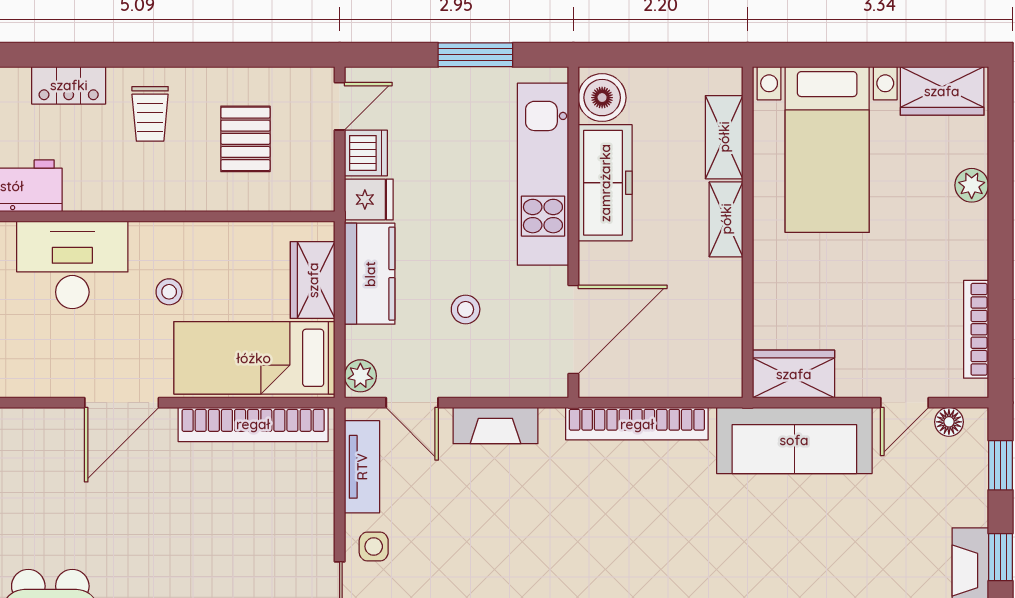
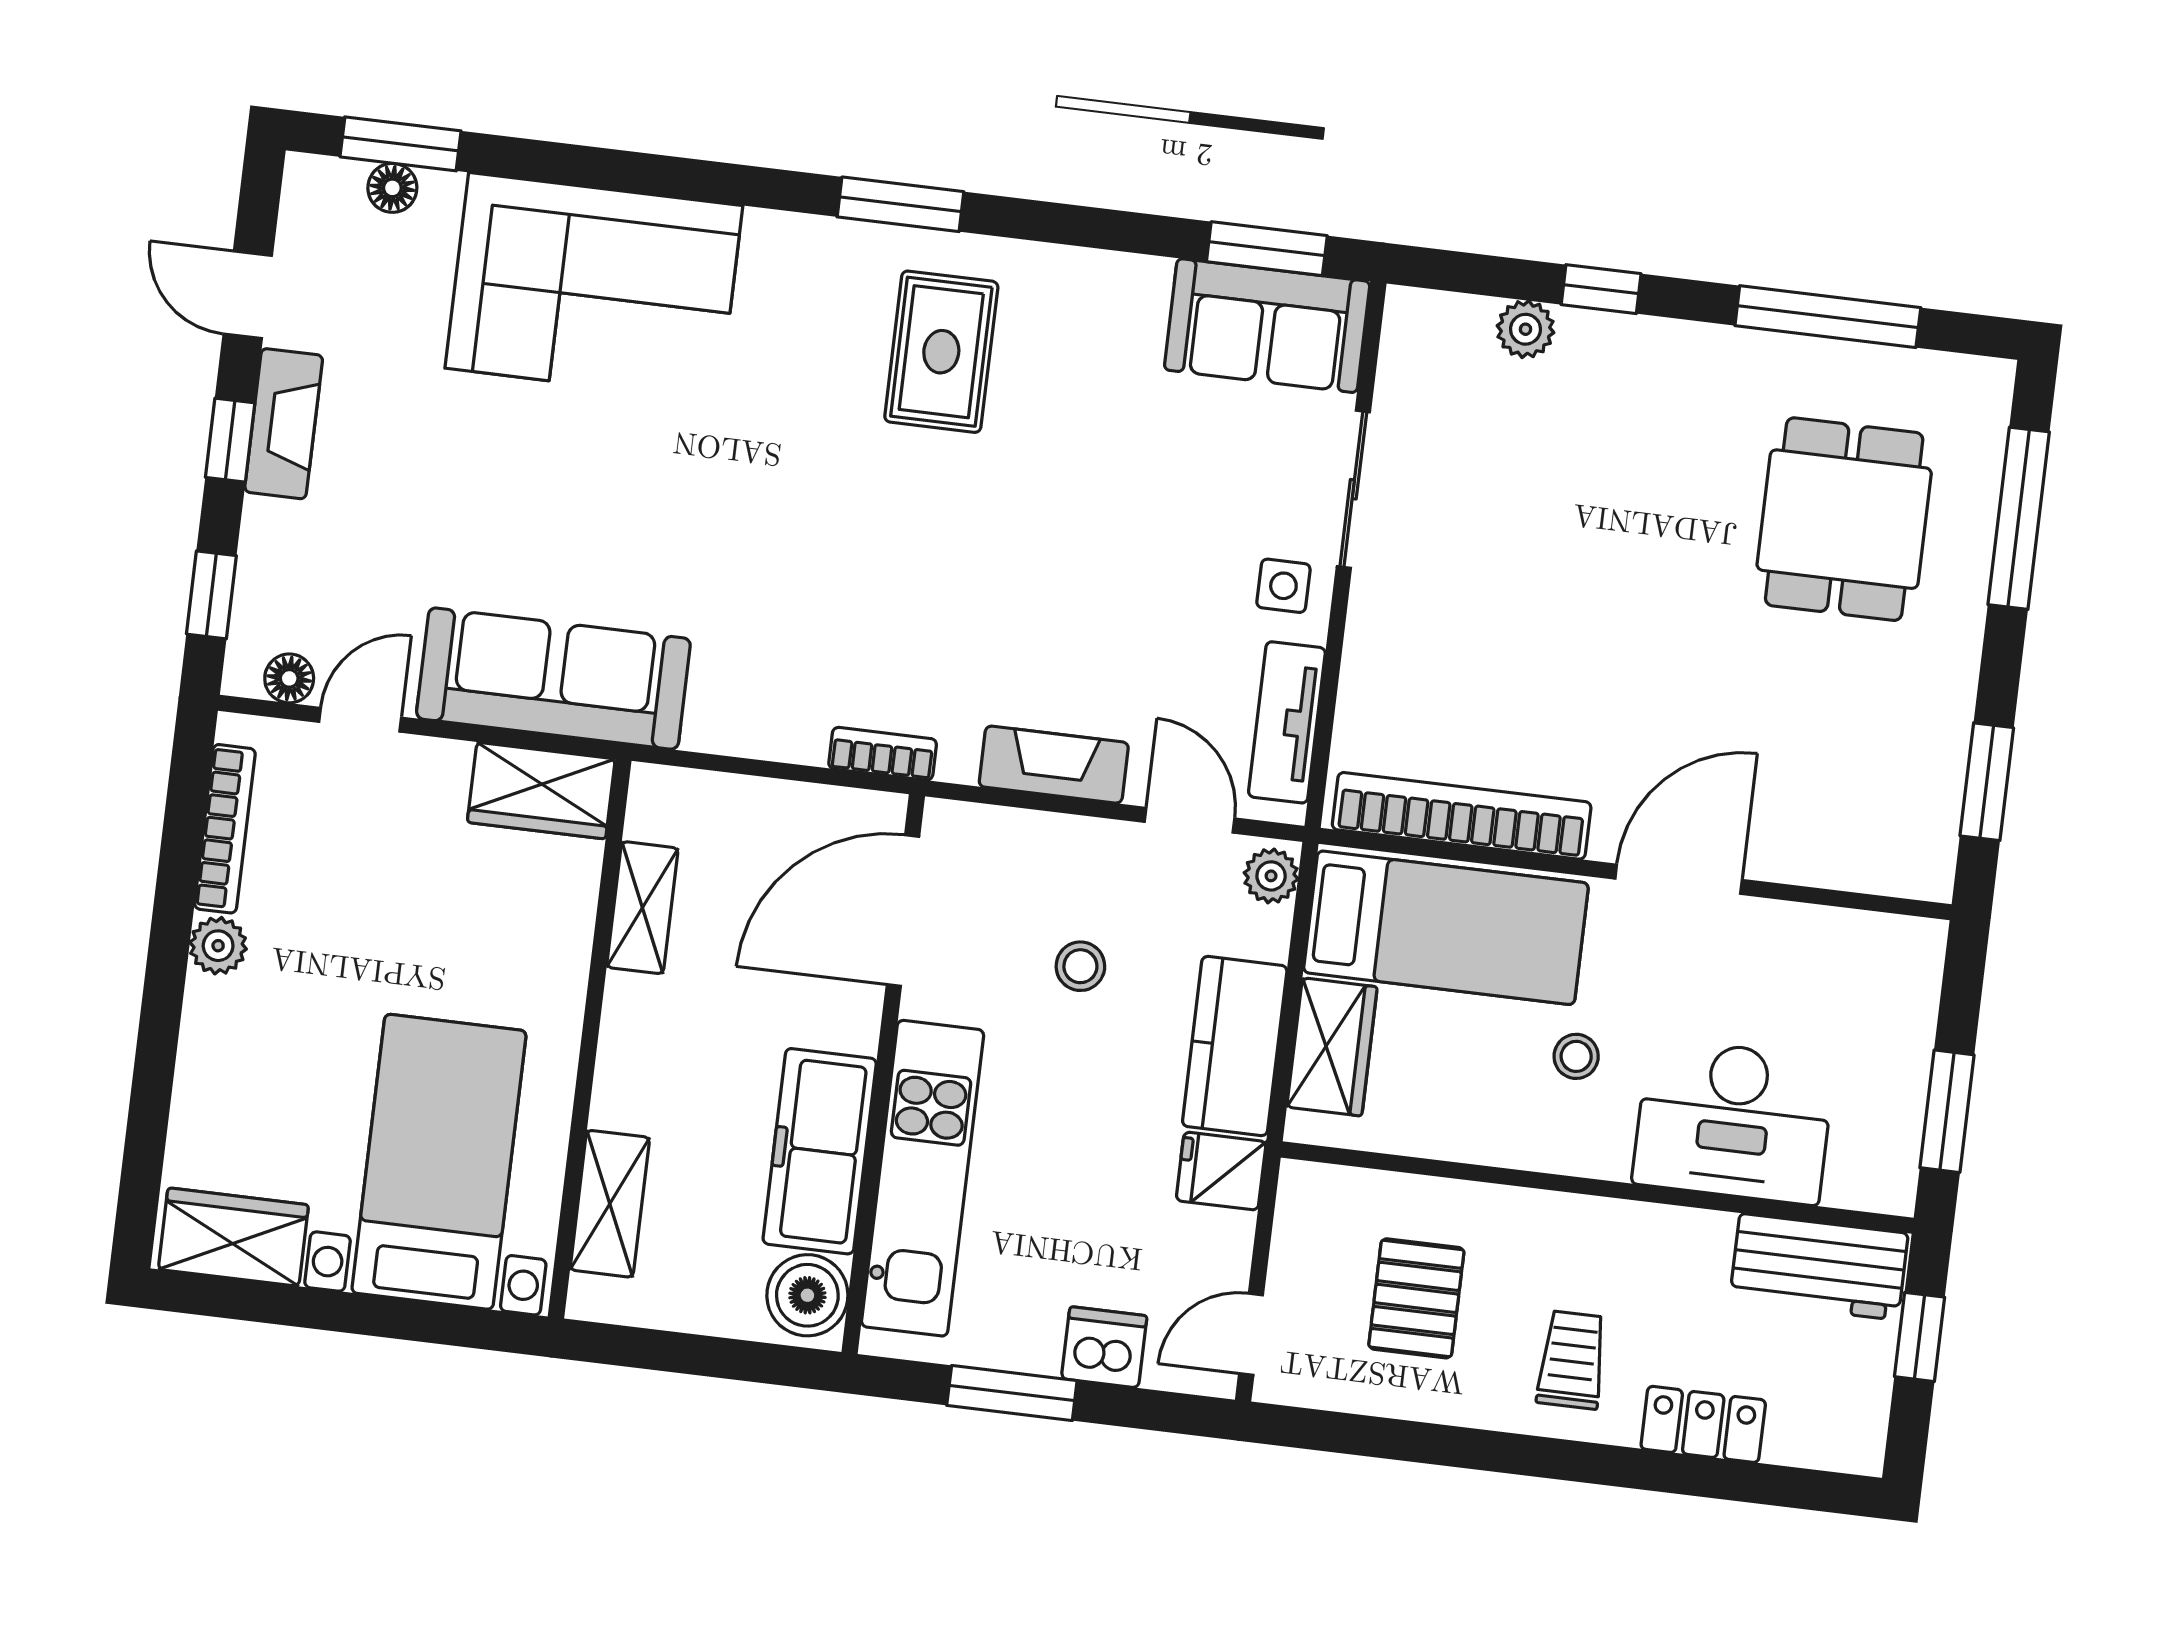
dishwasher: (366, 153) -> (1104, 1347), moved, turned 90
plant: (972, 185) -> (218, 946), moved
shelving: (726, 219) -> (642, 908), moved
bookcase: (637, 424) -> (883, 754), width x0.43, depth x0.76

